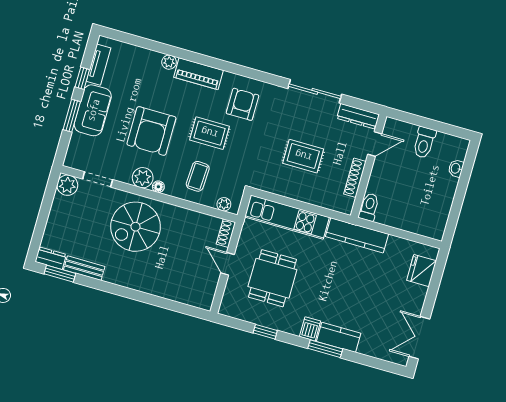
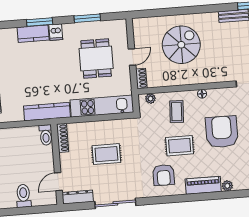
plant: (143, 178) -> (216, 96), removed
shoe rack: (355, 178) -> (63, 138), moved
spiral stairs: (135, 227) -> (181, 45), moved
door: (228, 264) -> (132, 57), hinge flipped
window: (265, 332) -> (87, 18), width x1.50

